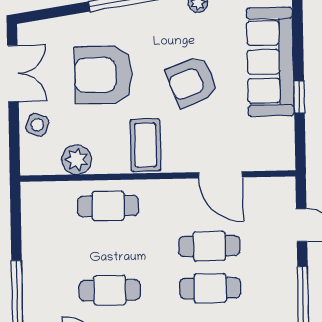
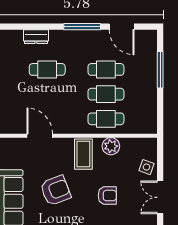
armchair: (103, 75) -> (107, 196), width x0.53, depth x0.53
plant: (77, 160) -> (111, 146), moved
cafe table: (209, 246) -> (106, 94), moved

